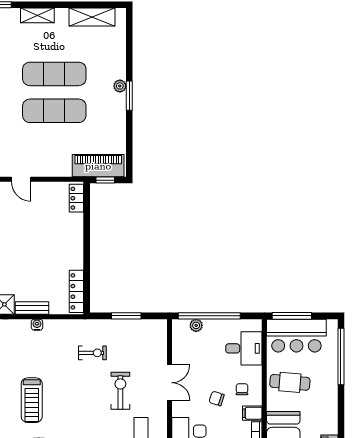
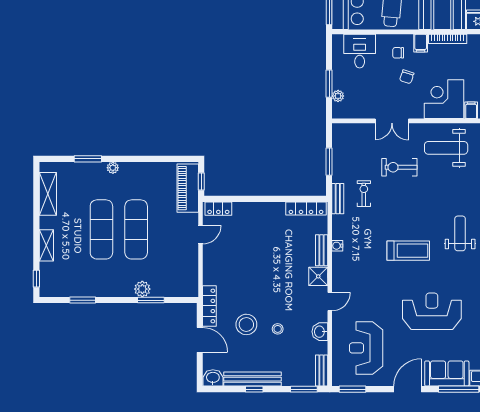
window: (129, 96) -> (88, 159), moved
door: (21, 179) -> (200, 235), moved
window: (209, 316) -> (329, 84), width x0.47
bench: (87, 325) -> (338, 199), added
double door: (170, 383) -> (392, 121), swing flipped

